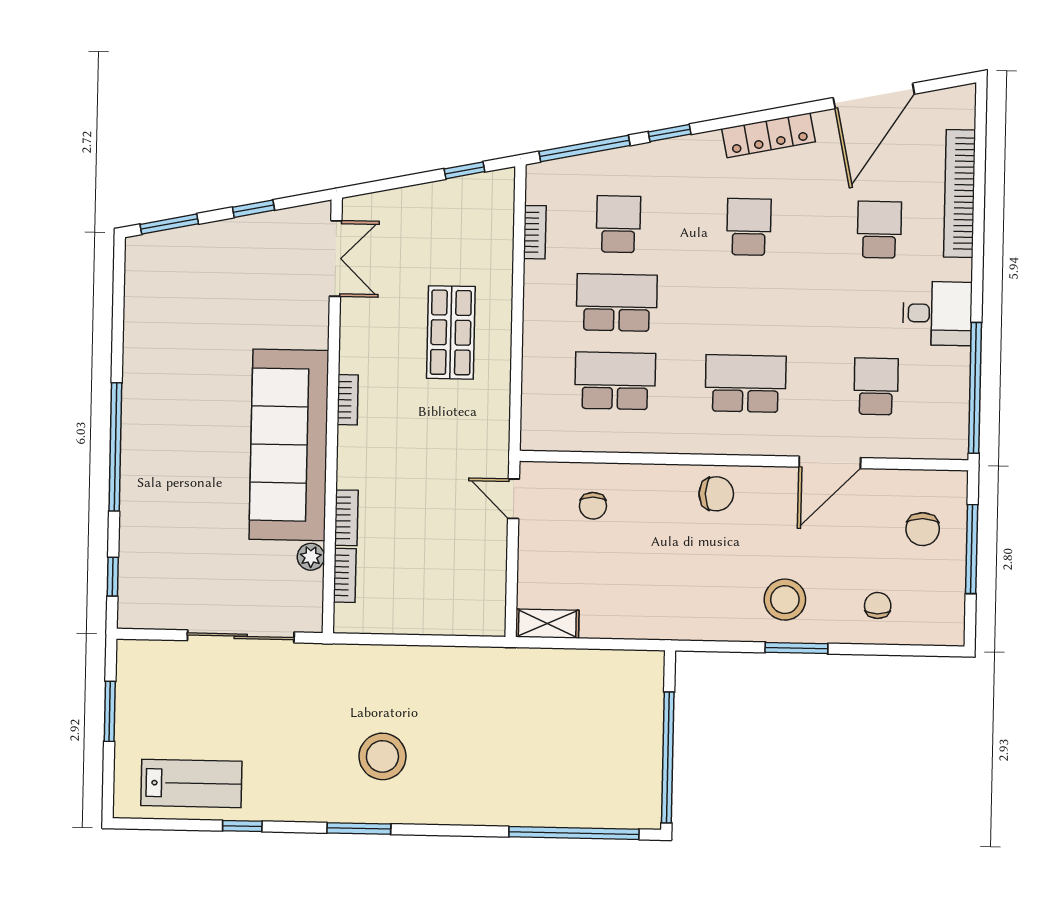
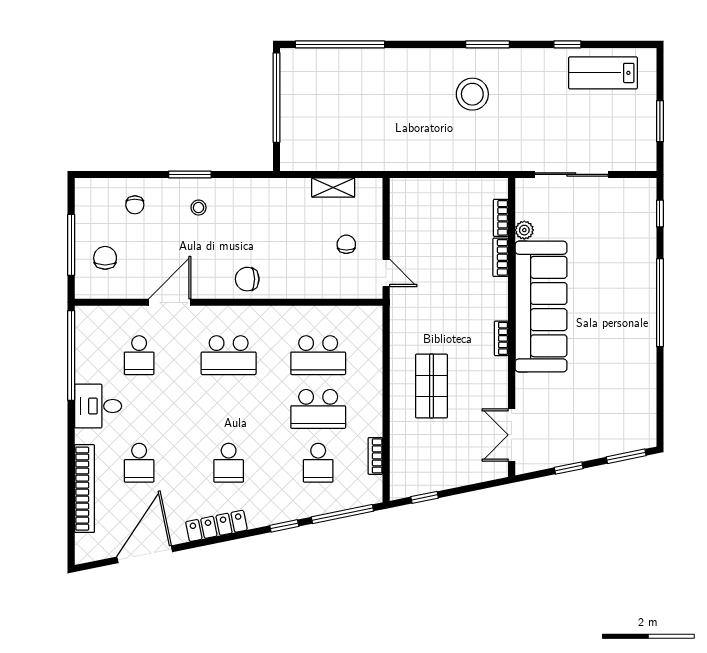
chair: (593, 506) -> (346, 244), moved
stool: (785, 600) -> (199, 208), width x0.53, depth x0.53
shelving: (547, 624) -> (333, 188), moved

